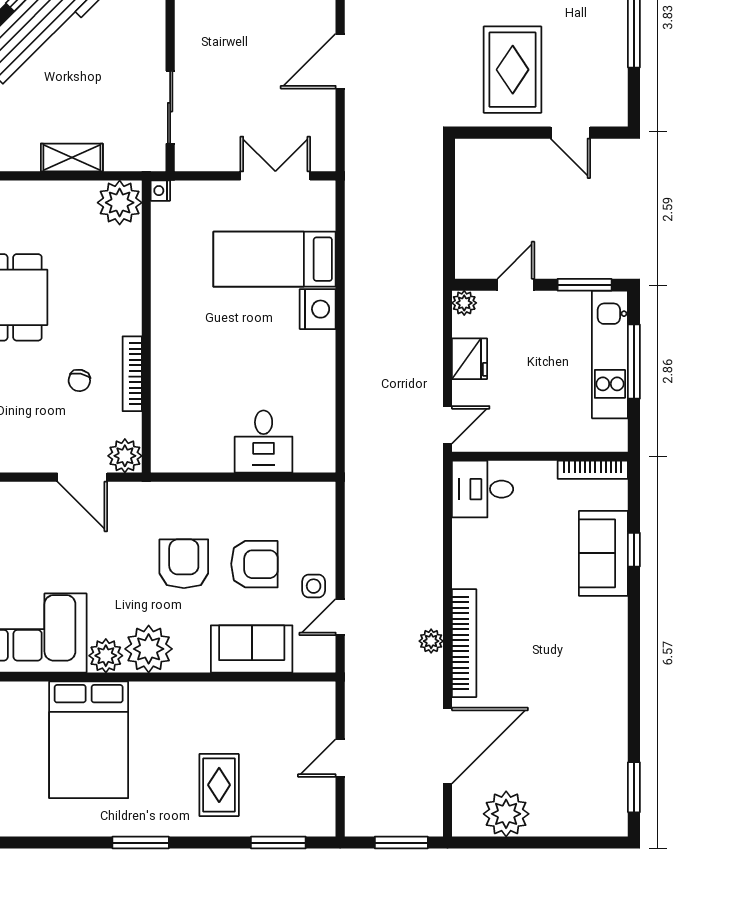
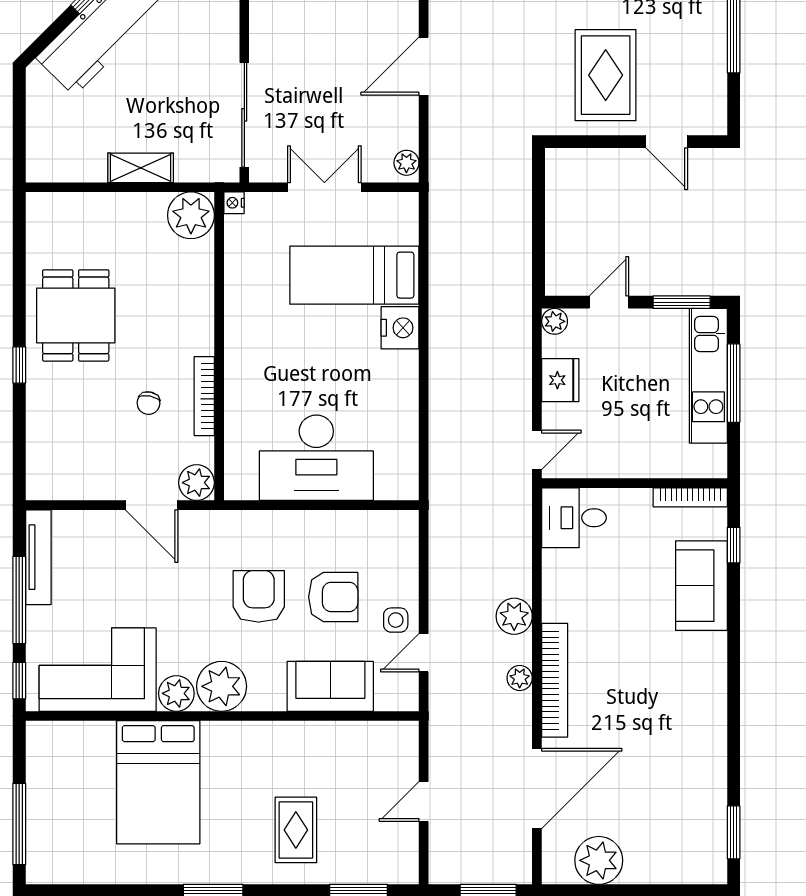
sliding door: (170, 107) -> (244, 115), width x1.37
plant: (324, 153) -> (406, 163), added
double door: (275, 176) -> (324, 187), moved
desk: (264, 442) -> (316, 458), width x1.87, depth x1.30
window: (634, 550) -> (734, 545), moved
plant: (426, 582) -> (514, 616), added

